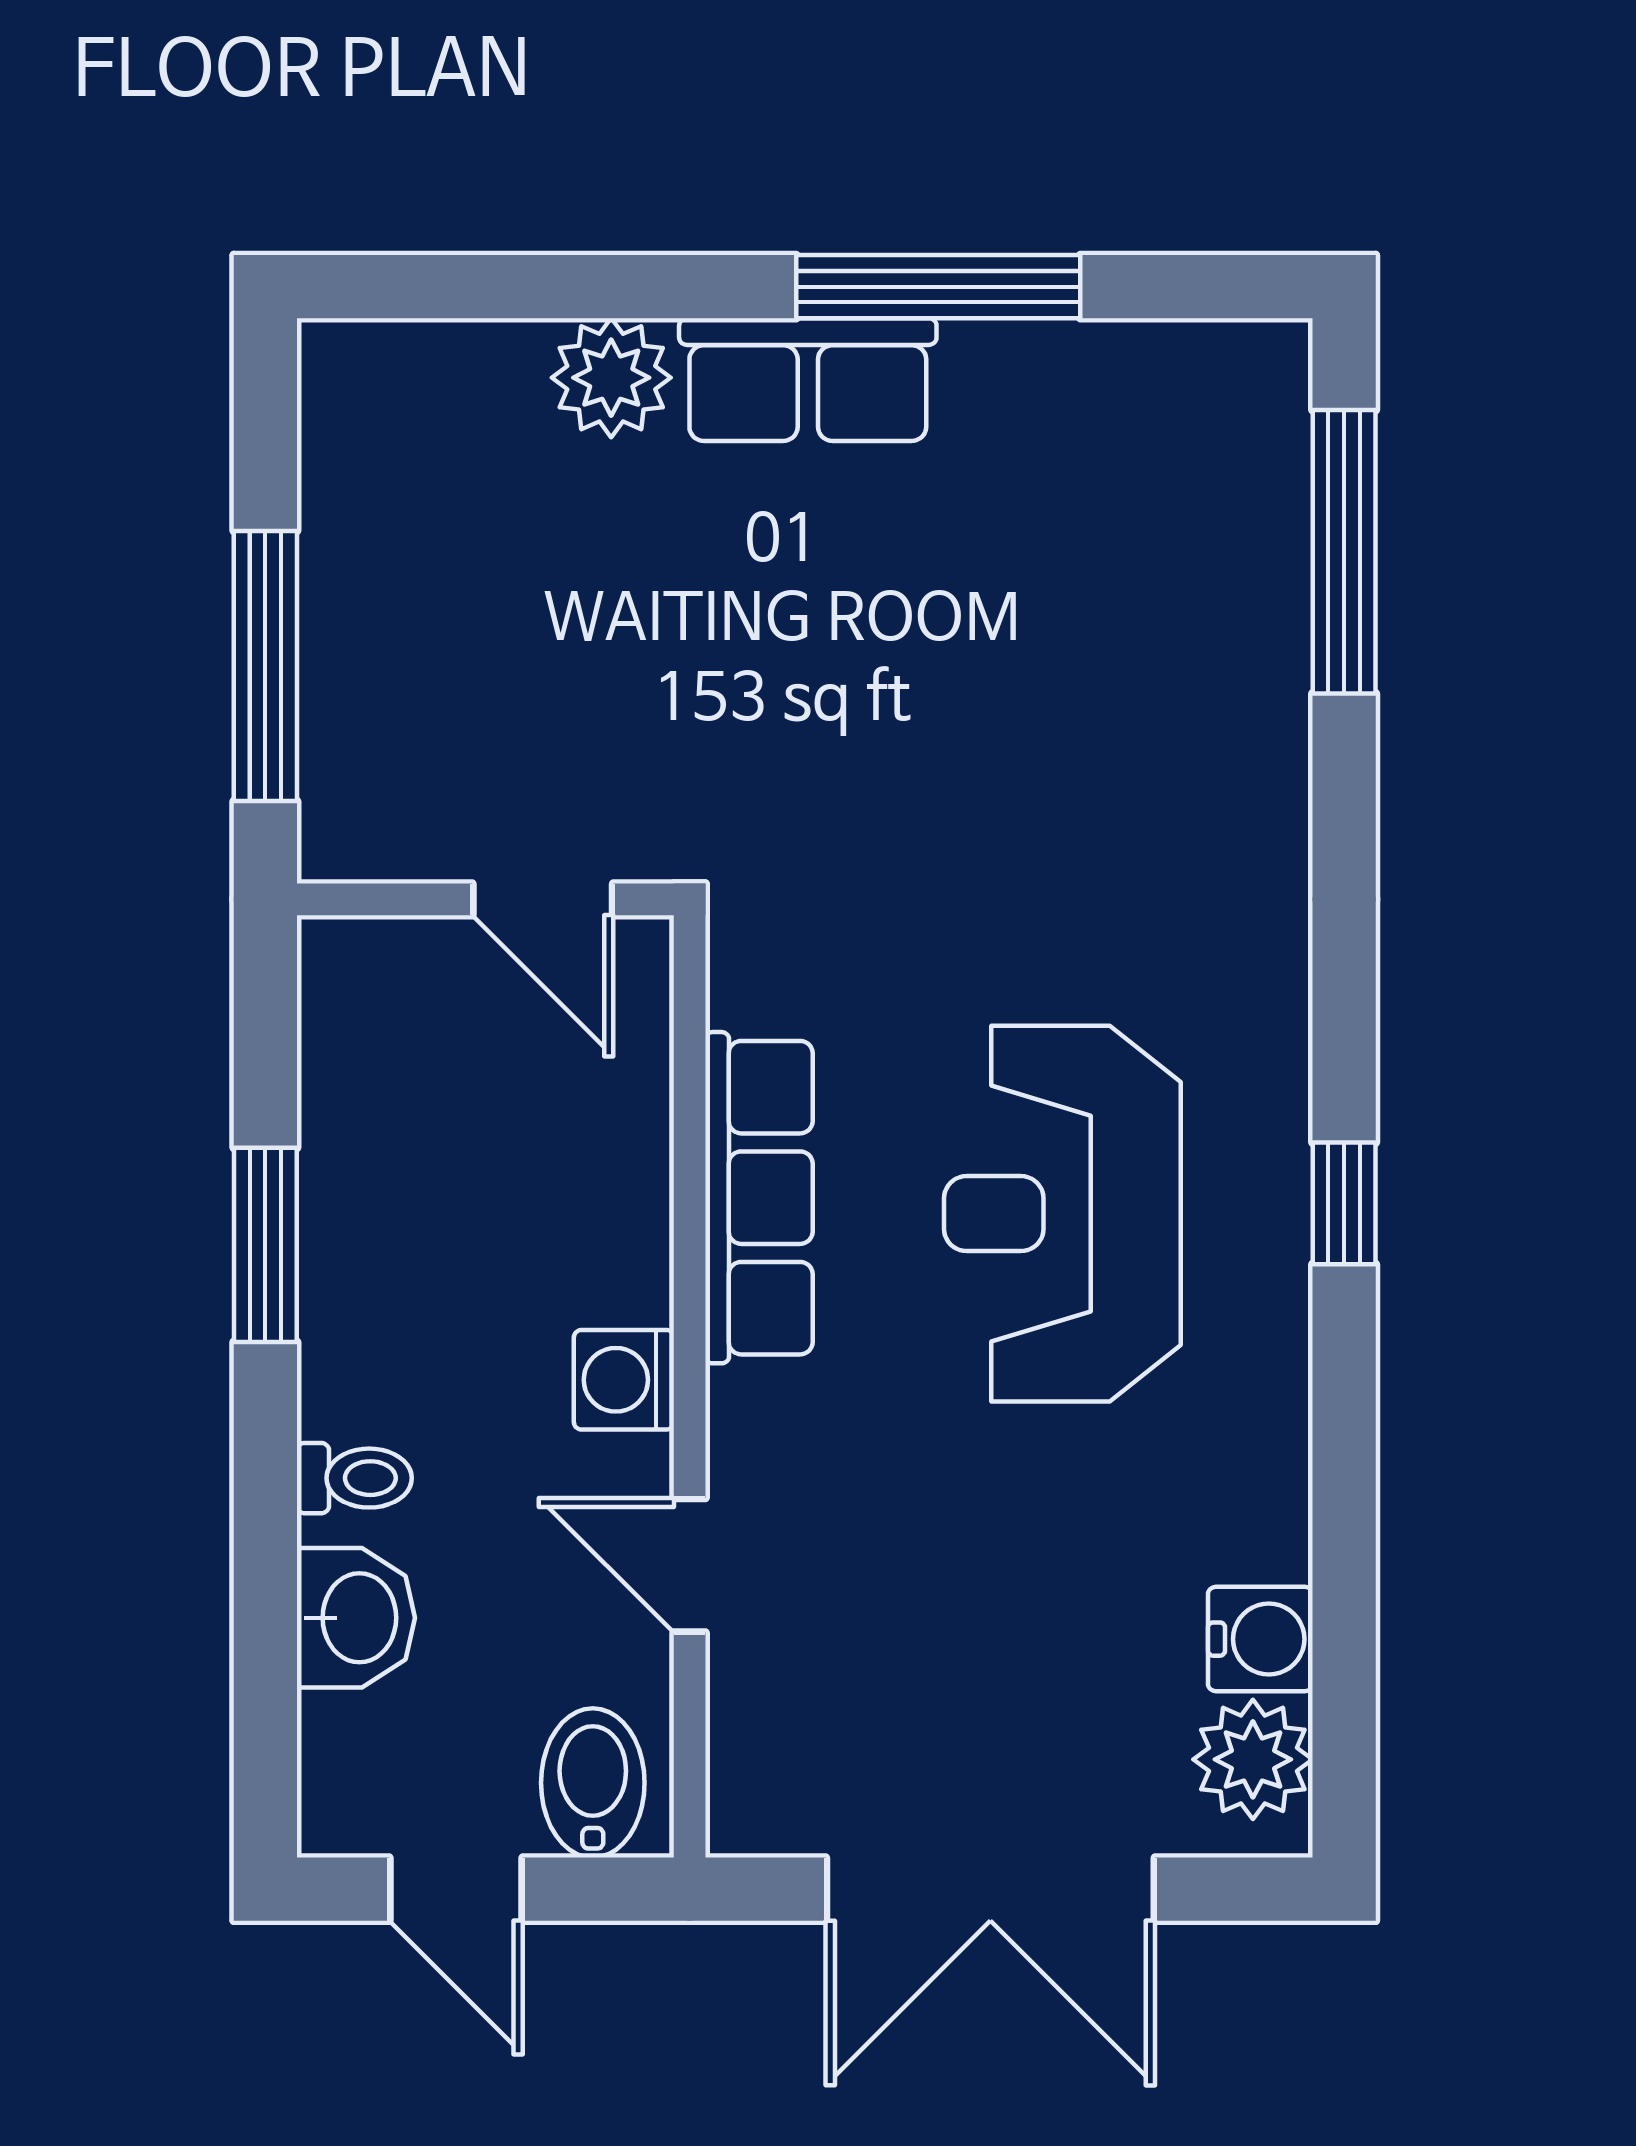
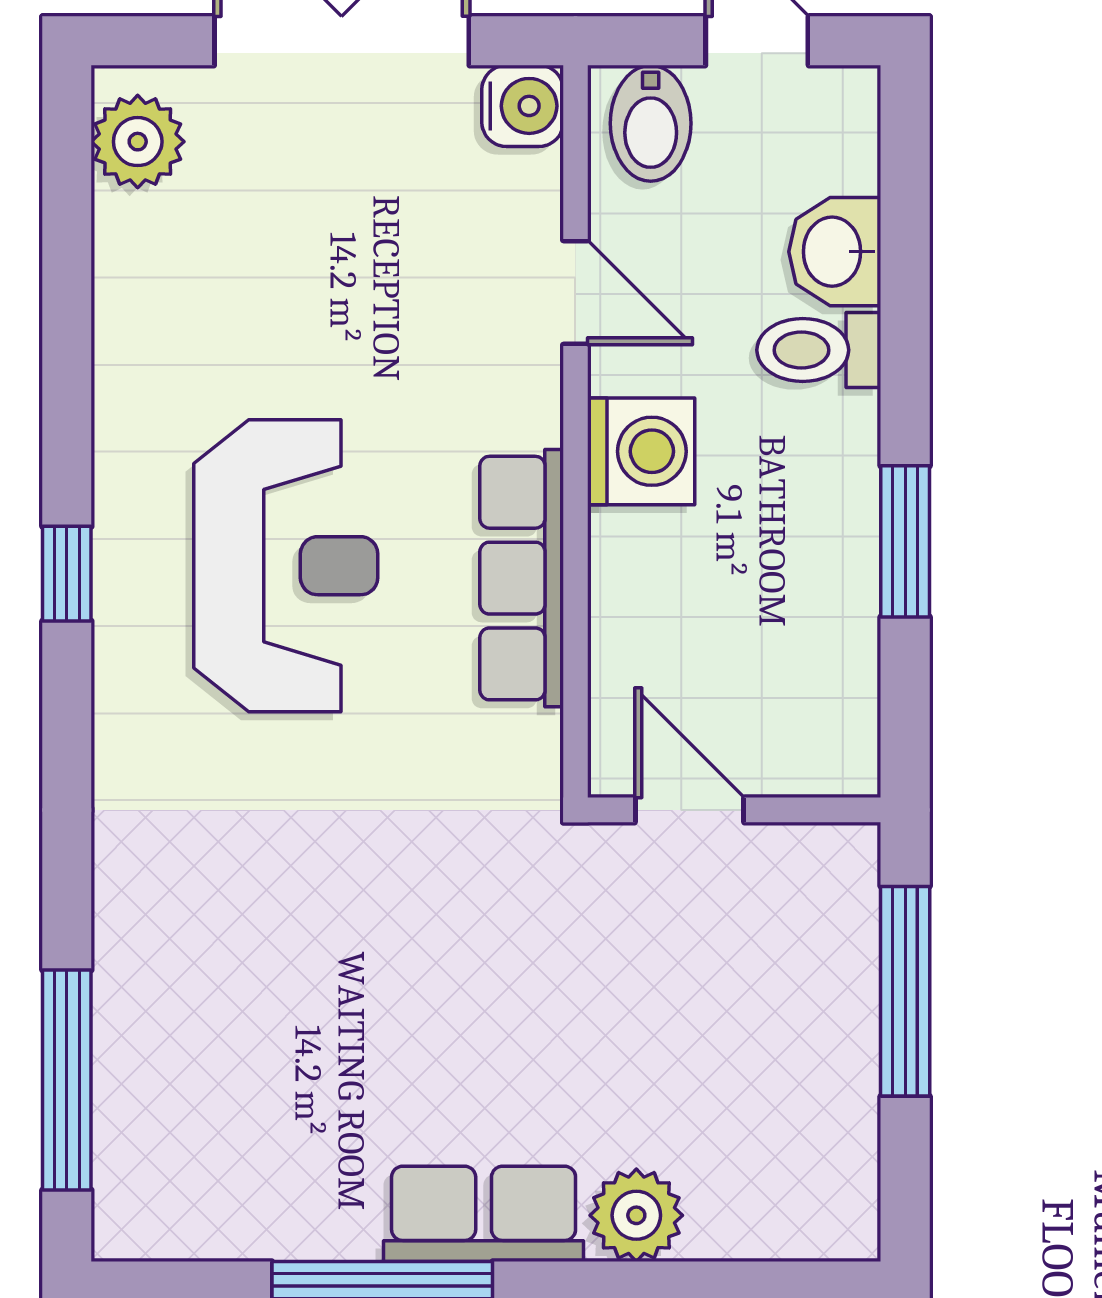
washing machine: (624, 1380) -> (641, 451), width x1.38, depth x1.38
toilet: (354, 1478) -> (819, 350), width x1.37, depth x1.39
water cooler: (1260, 1639) -> (523, 106), moved, turned 180

